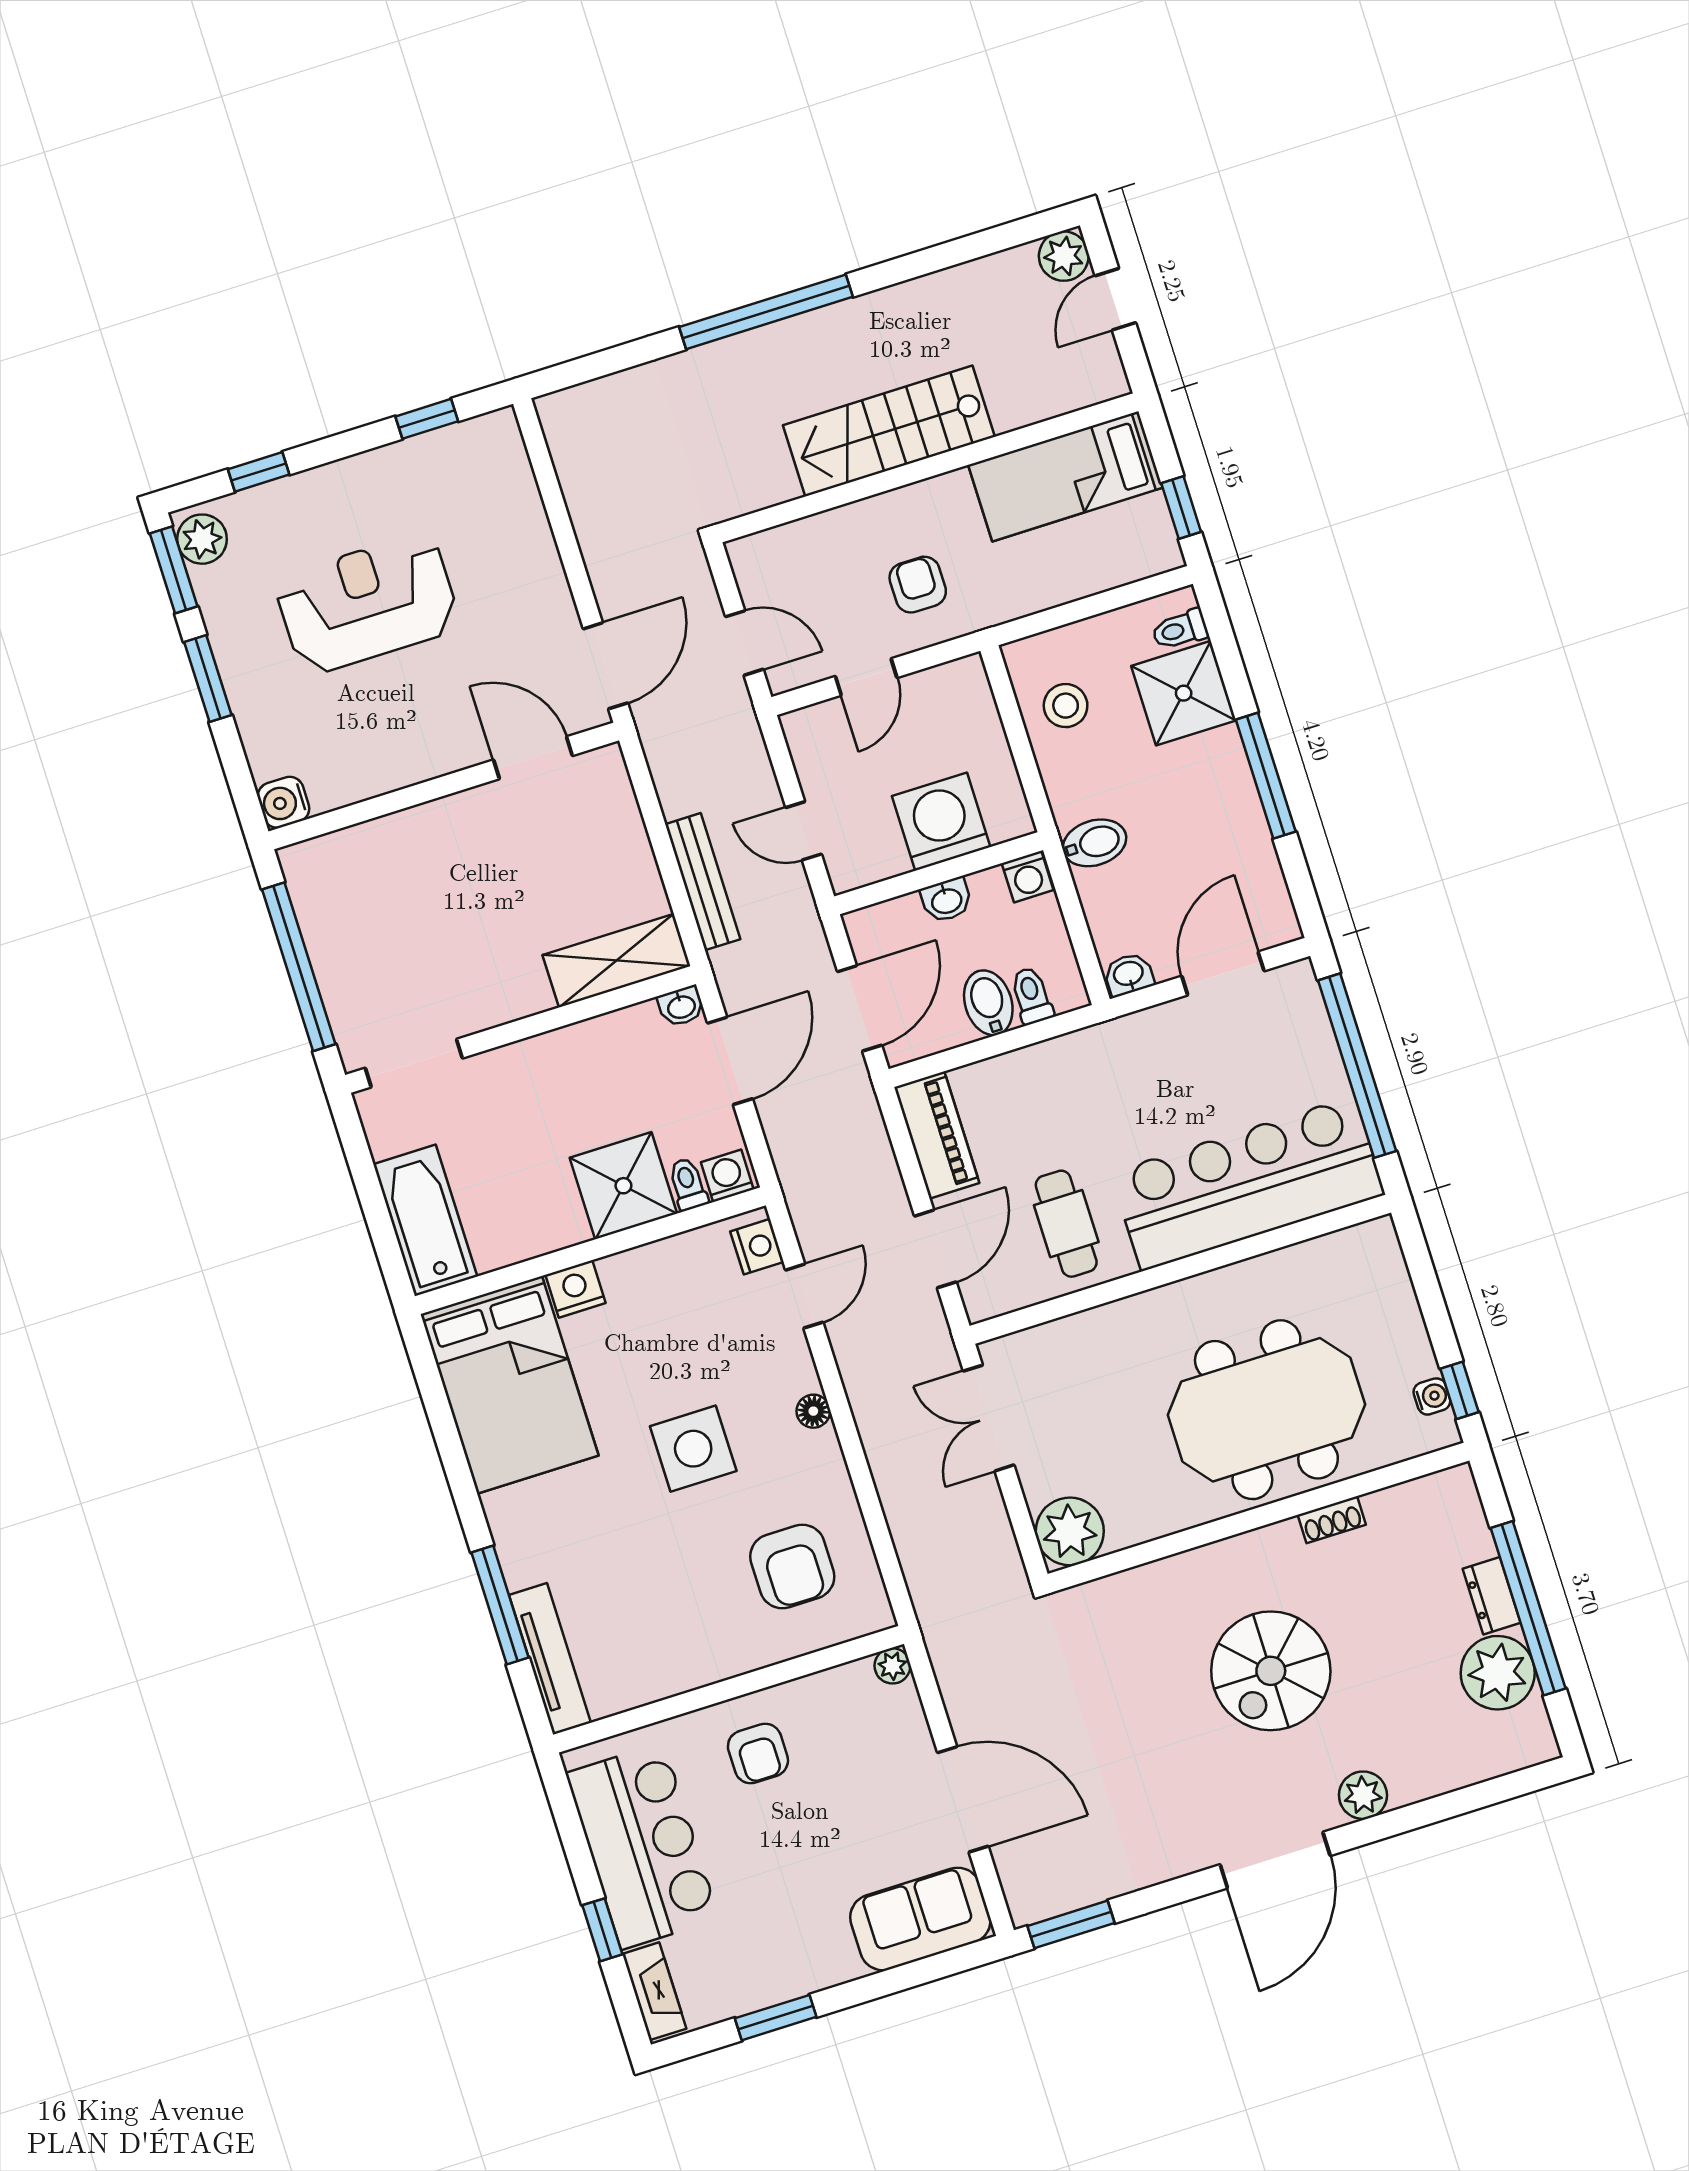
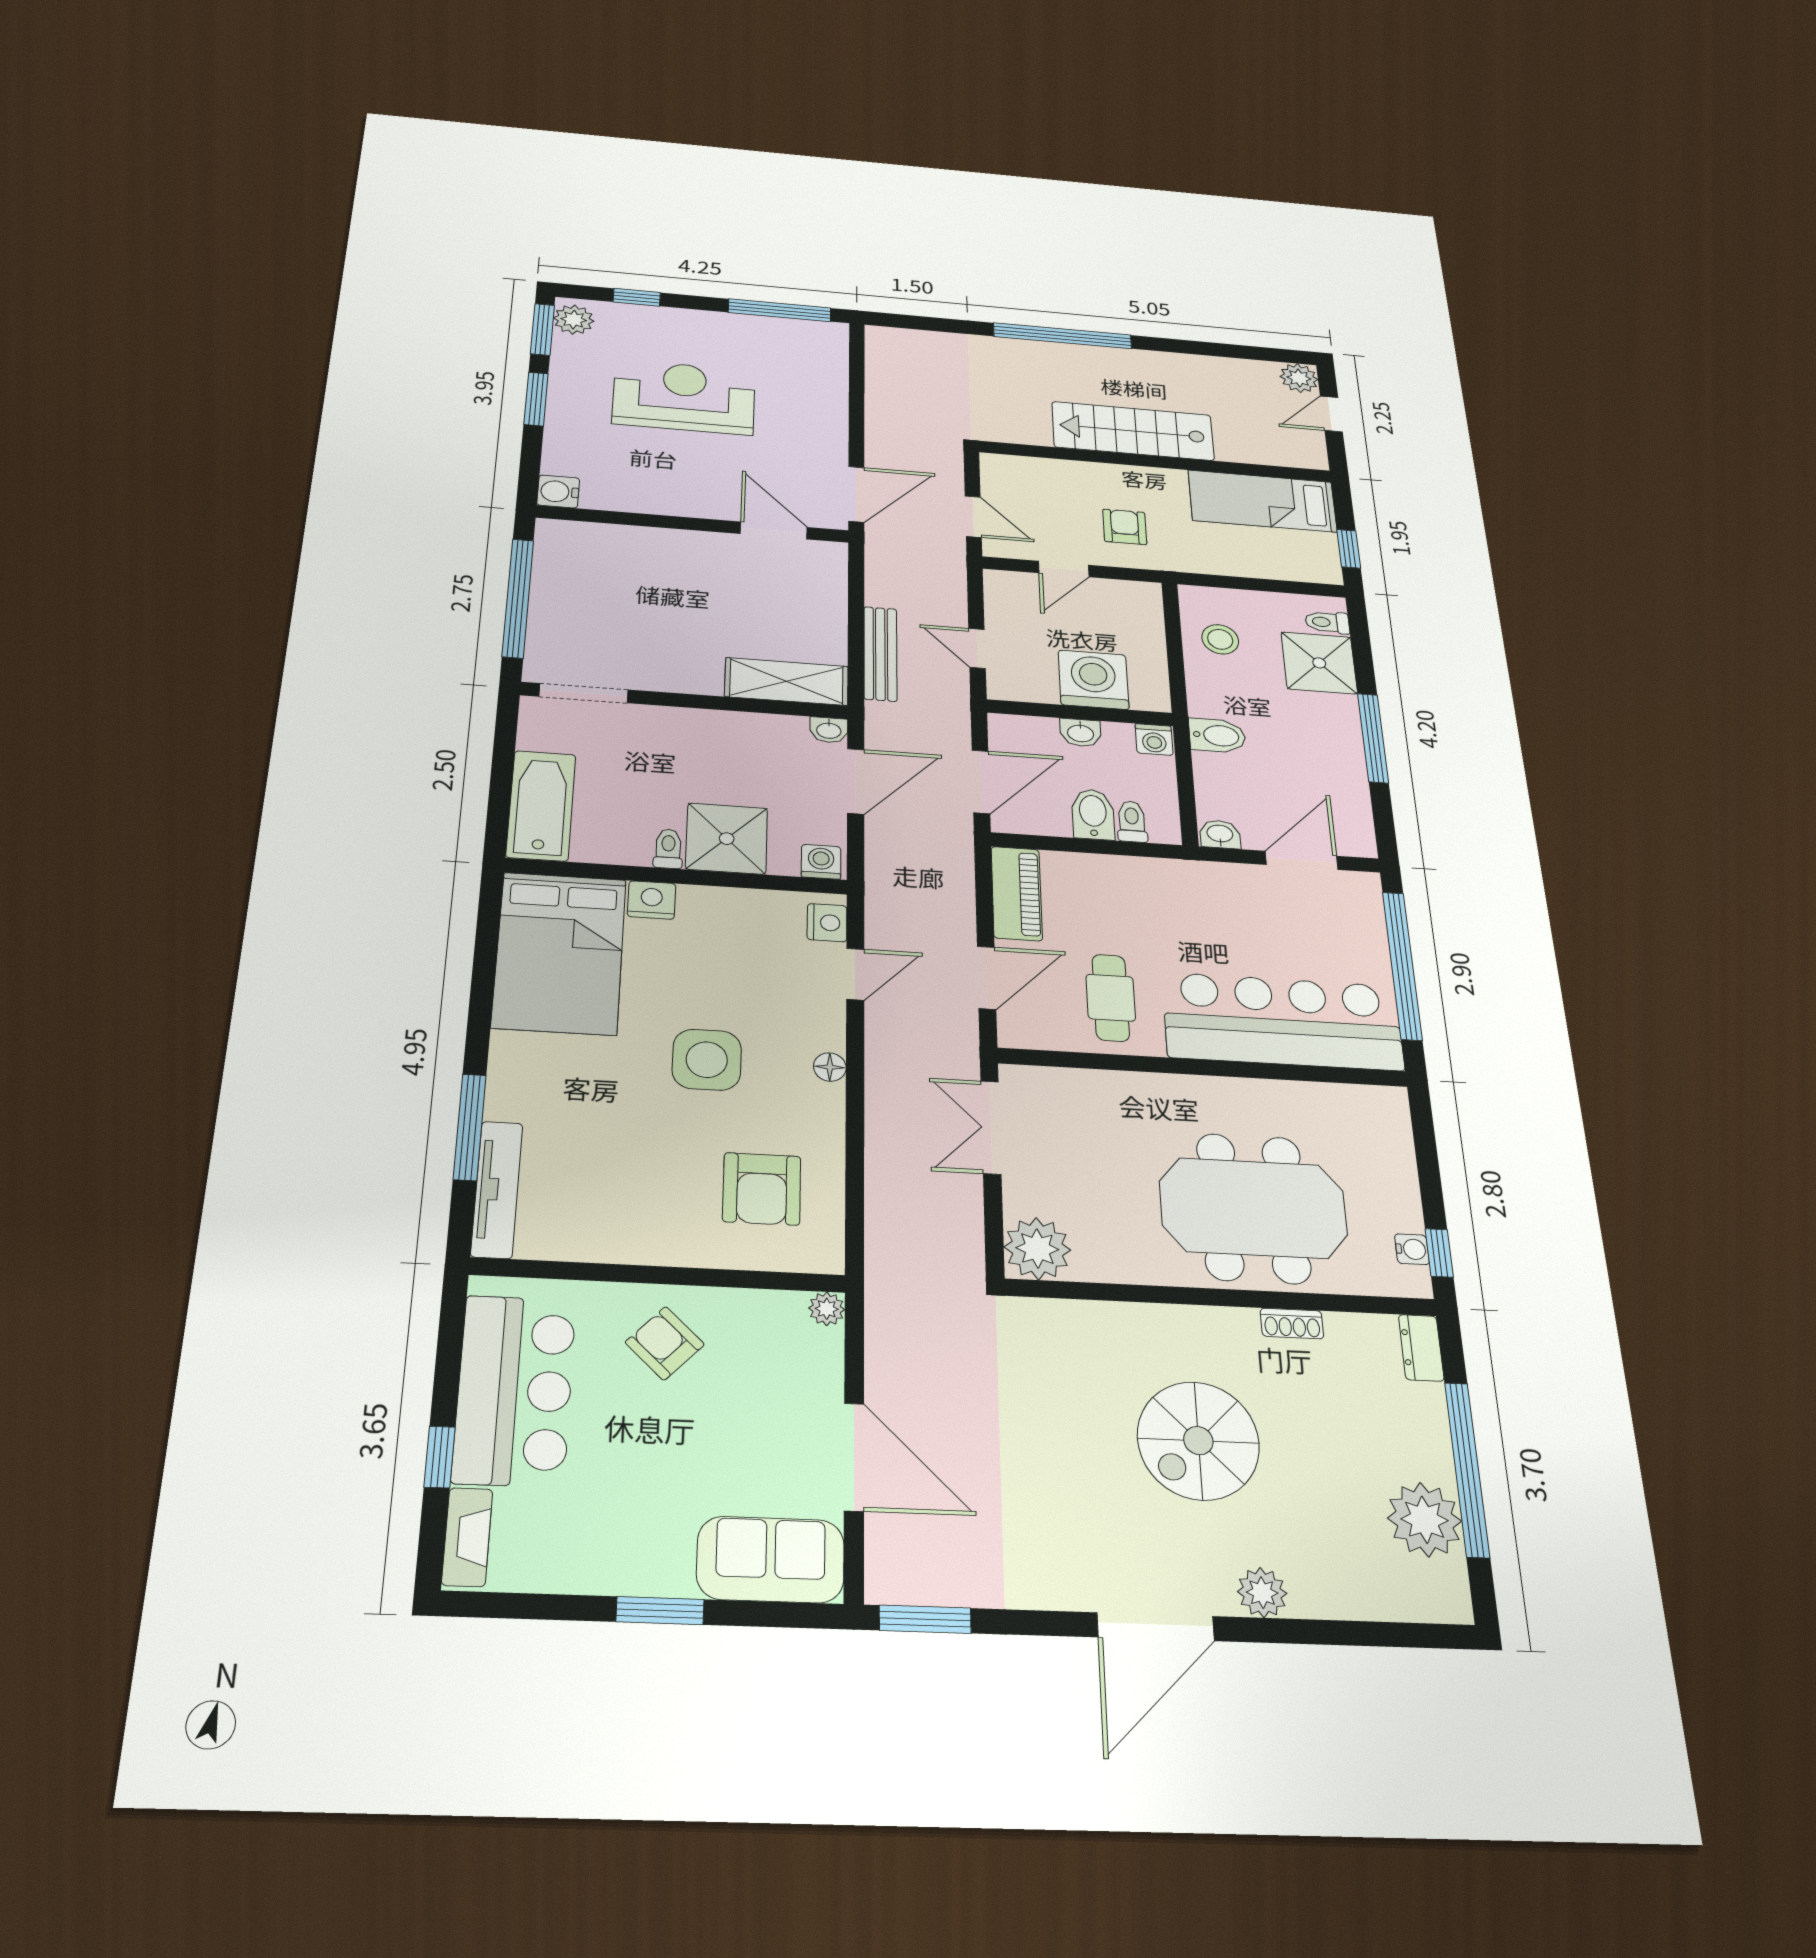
window: (427, 419) -> (780, 310), width x2.17
toilet: (688, 1184) -> (668, 849), moved
dresser: (1492, 1596) -> (1421, 1348), moved
armchair: (758, 1753) -> (665, 1343), turned 134
window: (776, 2018) -> (660, 1611), moved

